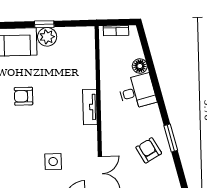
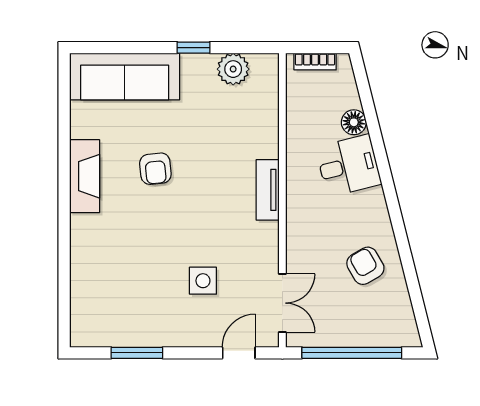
plant: (47, 37) -> (233, 69), moved
armchair: (24, 96) -> (155, 169), turned -96
window: (171, 138) -> (403, 246), removed

